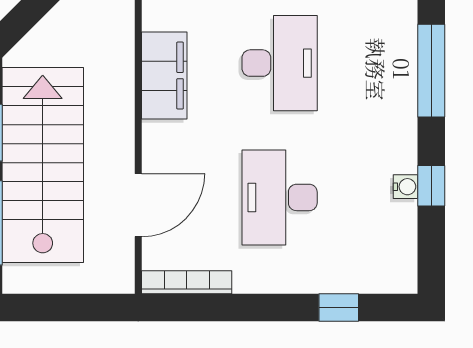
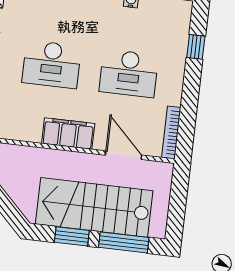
desk: (280, 63) -> (52, 64), turned 180
filing cabinet: (164, 76) -> (68, 133), moved

